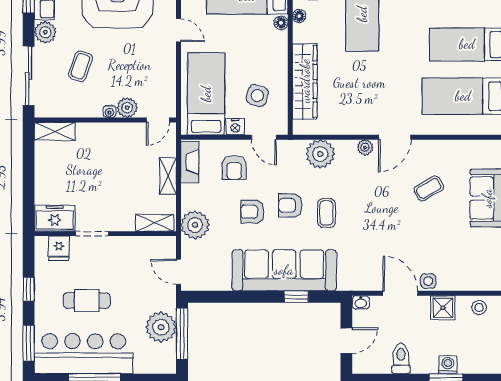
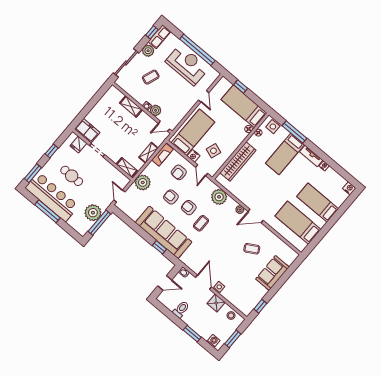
shelving: (55, 131) -> (131, 106), moved
washing machine: (448, 365) -> (213, 341), moved

